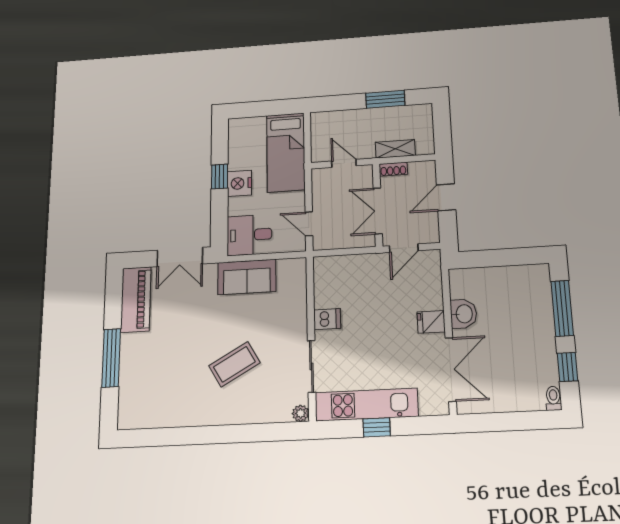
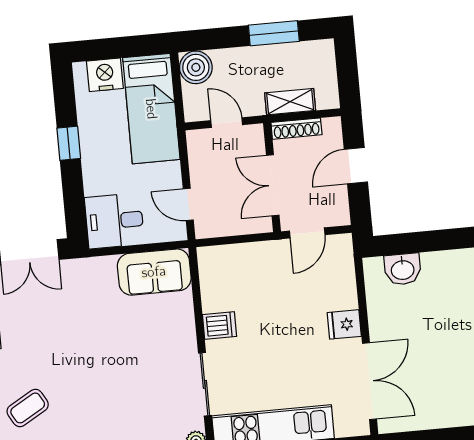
boiler: (323, 123) -> (196, 67), added
shoe rack: (393, 169) -> (296, 129), width x1.43
nightstand: (239, 183) -> (105, 75), moved, turned 90
sofa: (247, 277) -> (154, 272), moved
washbasin: (464, 314) -> (403, 269), moved, turned 90
coffee table: (234, 364) -> (28, 408), moved, width x0.73, depth x0.77

